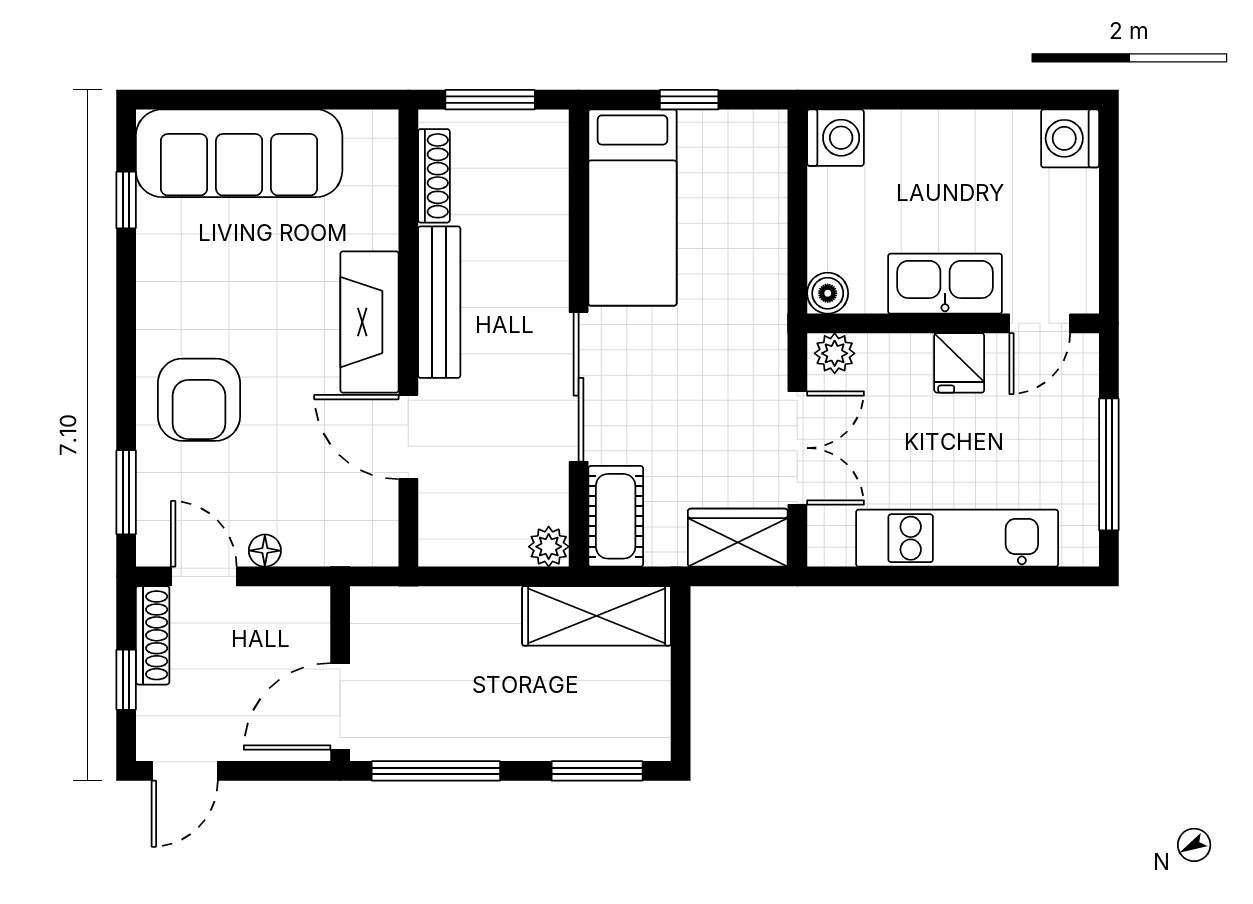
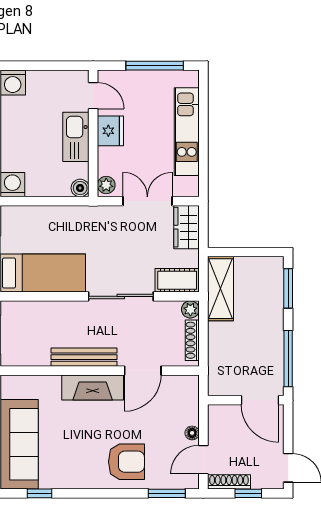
shoe rack: (434, 176) -> (192, 340), moved, turned -90
fridge: (959, 363) -> (110, 131), width x1.38

